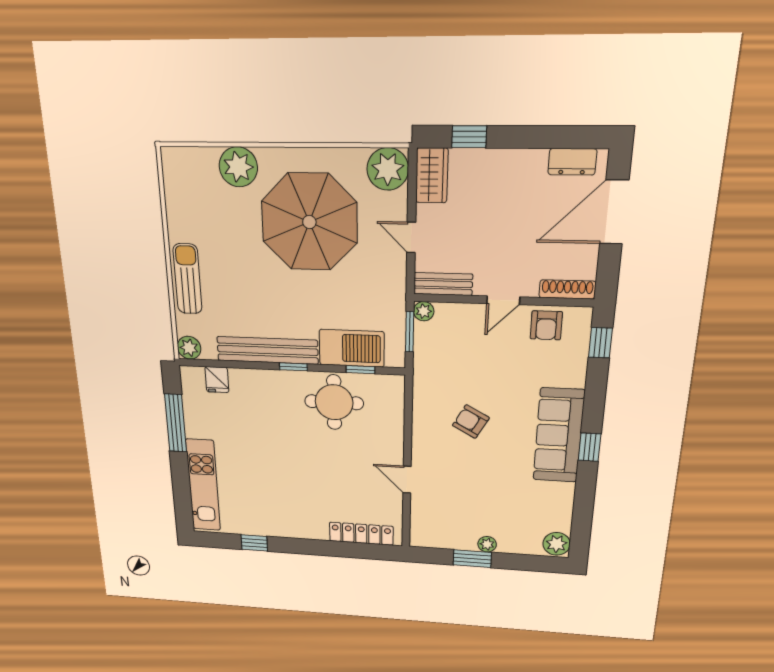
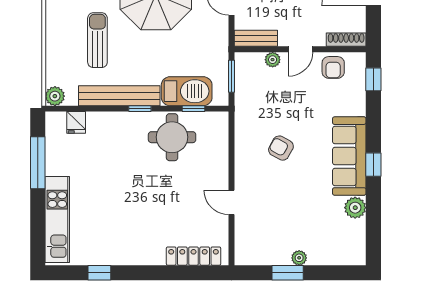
sun lounger: (188, 279) -> (97, 40), moved
plant: (424, 311) -> (273, 60), moved
plant: (557, 544) -> (355, 208), moved

